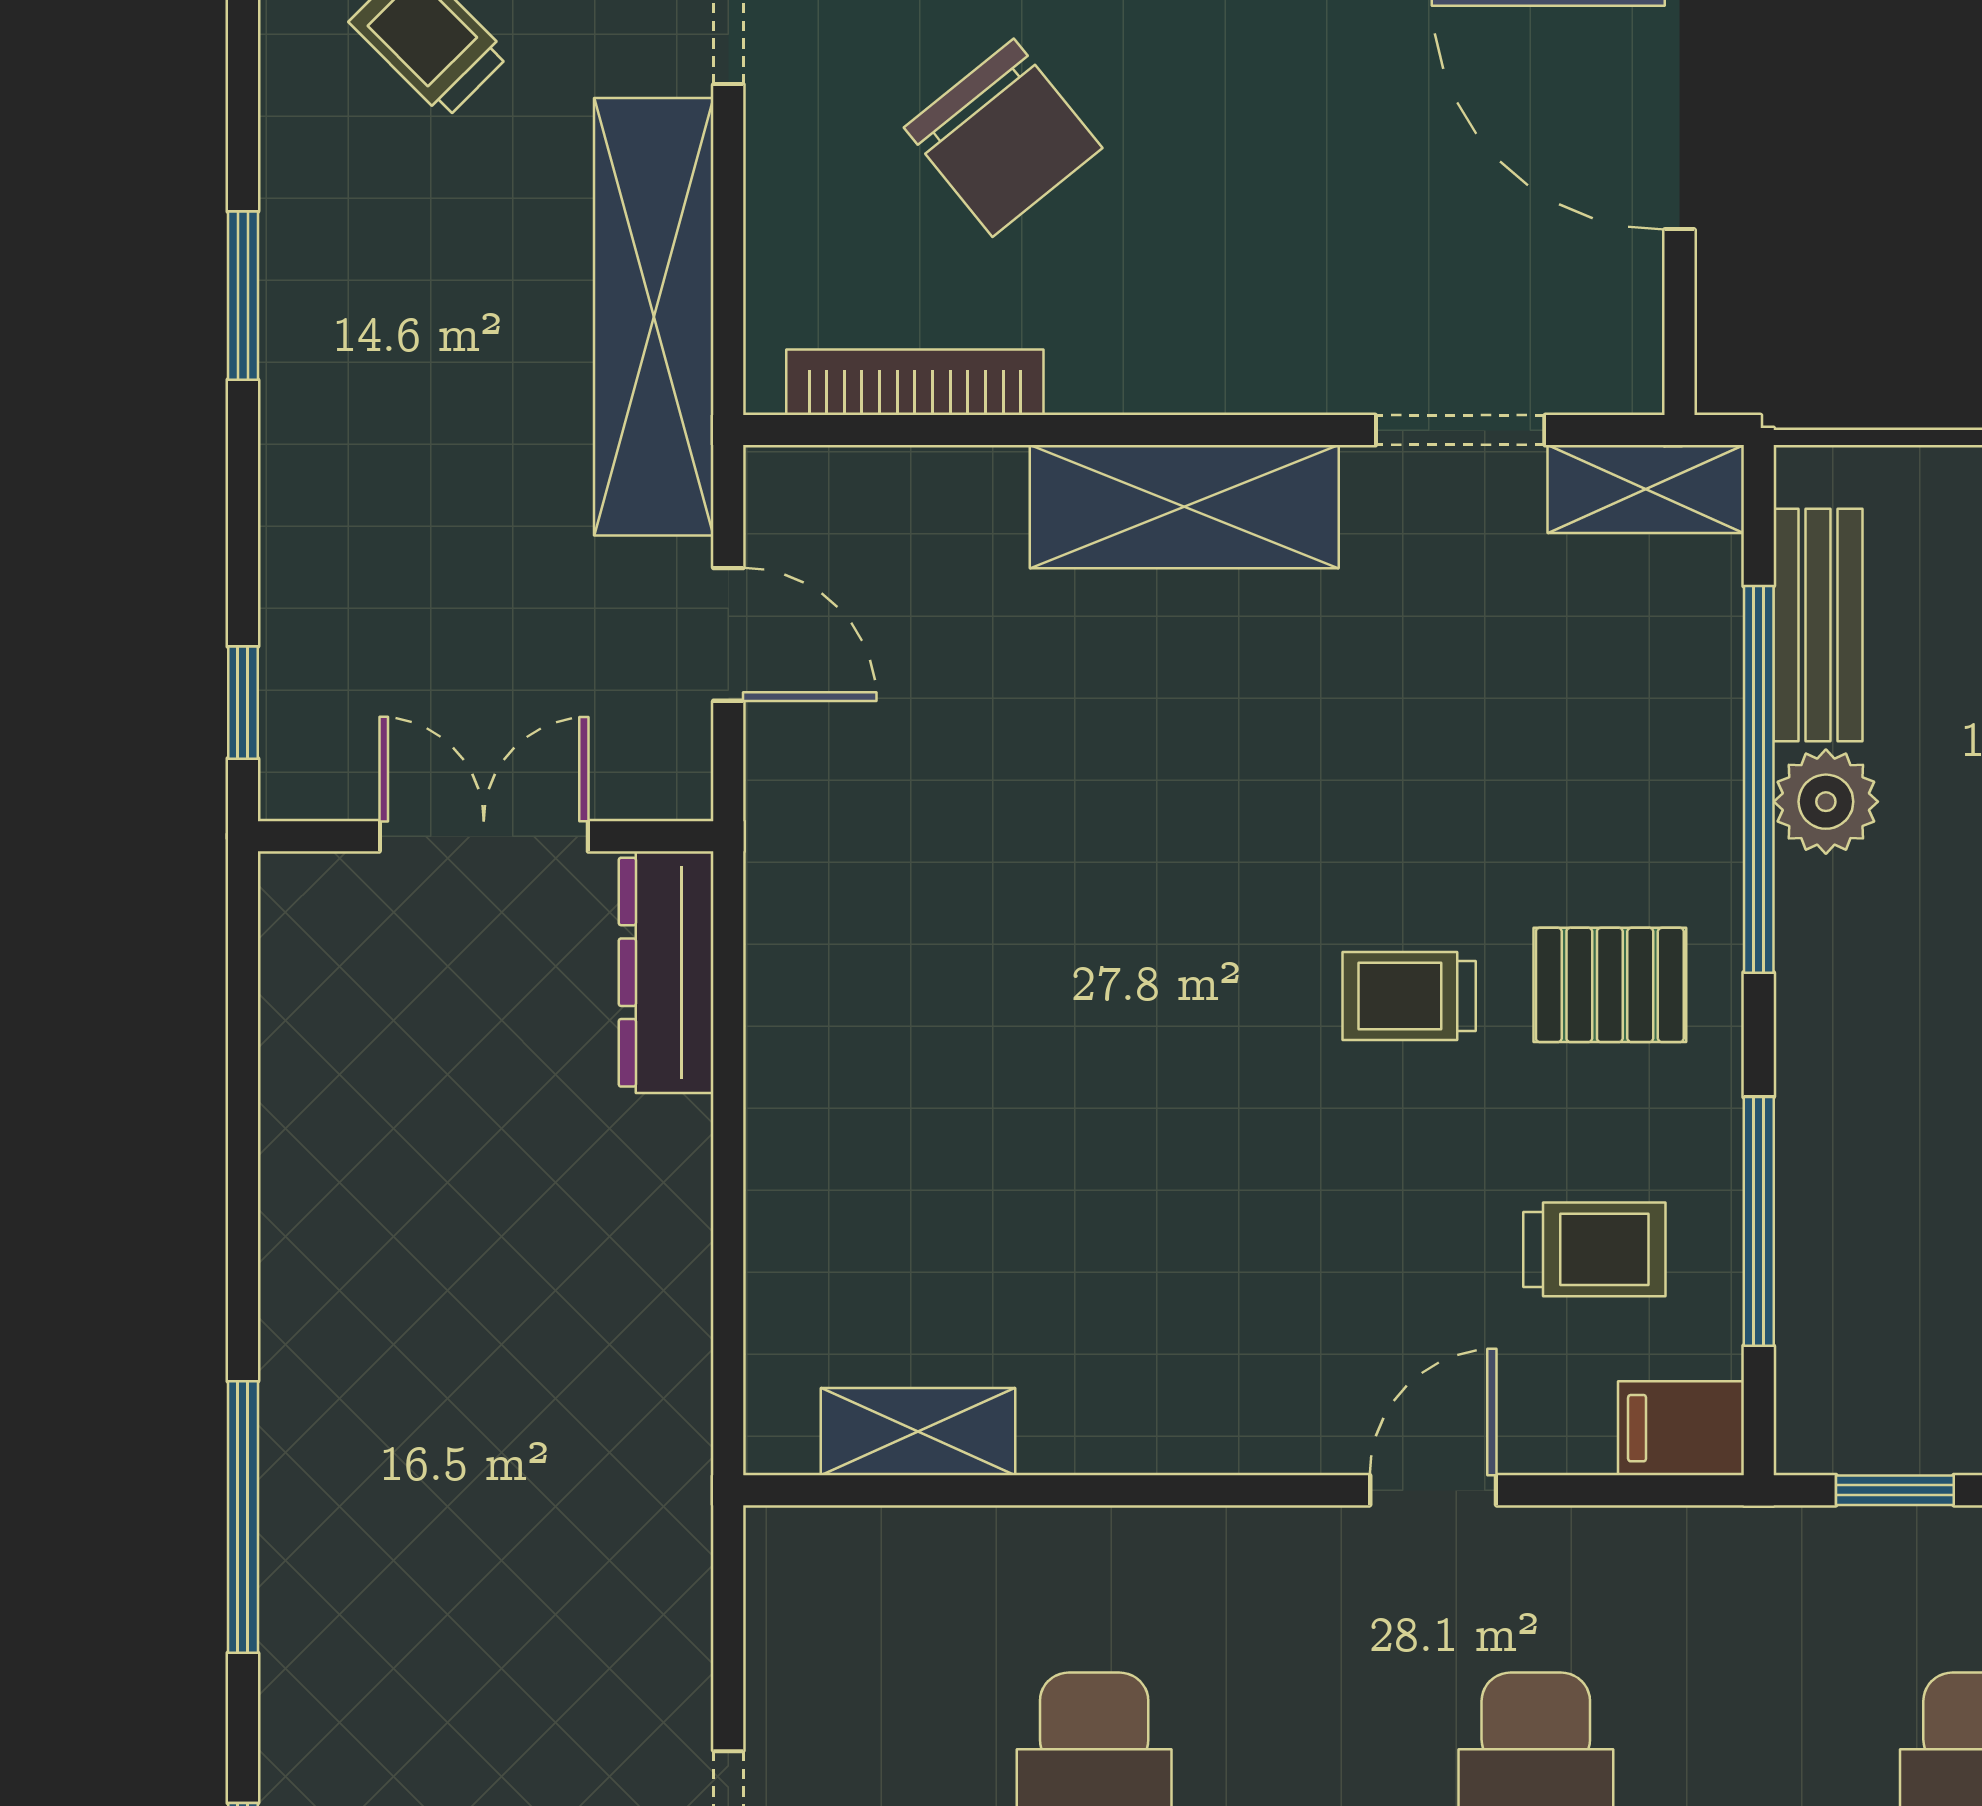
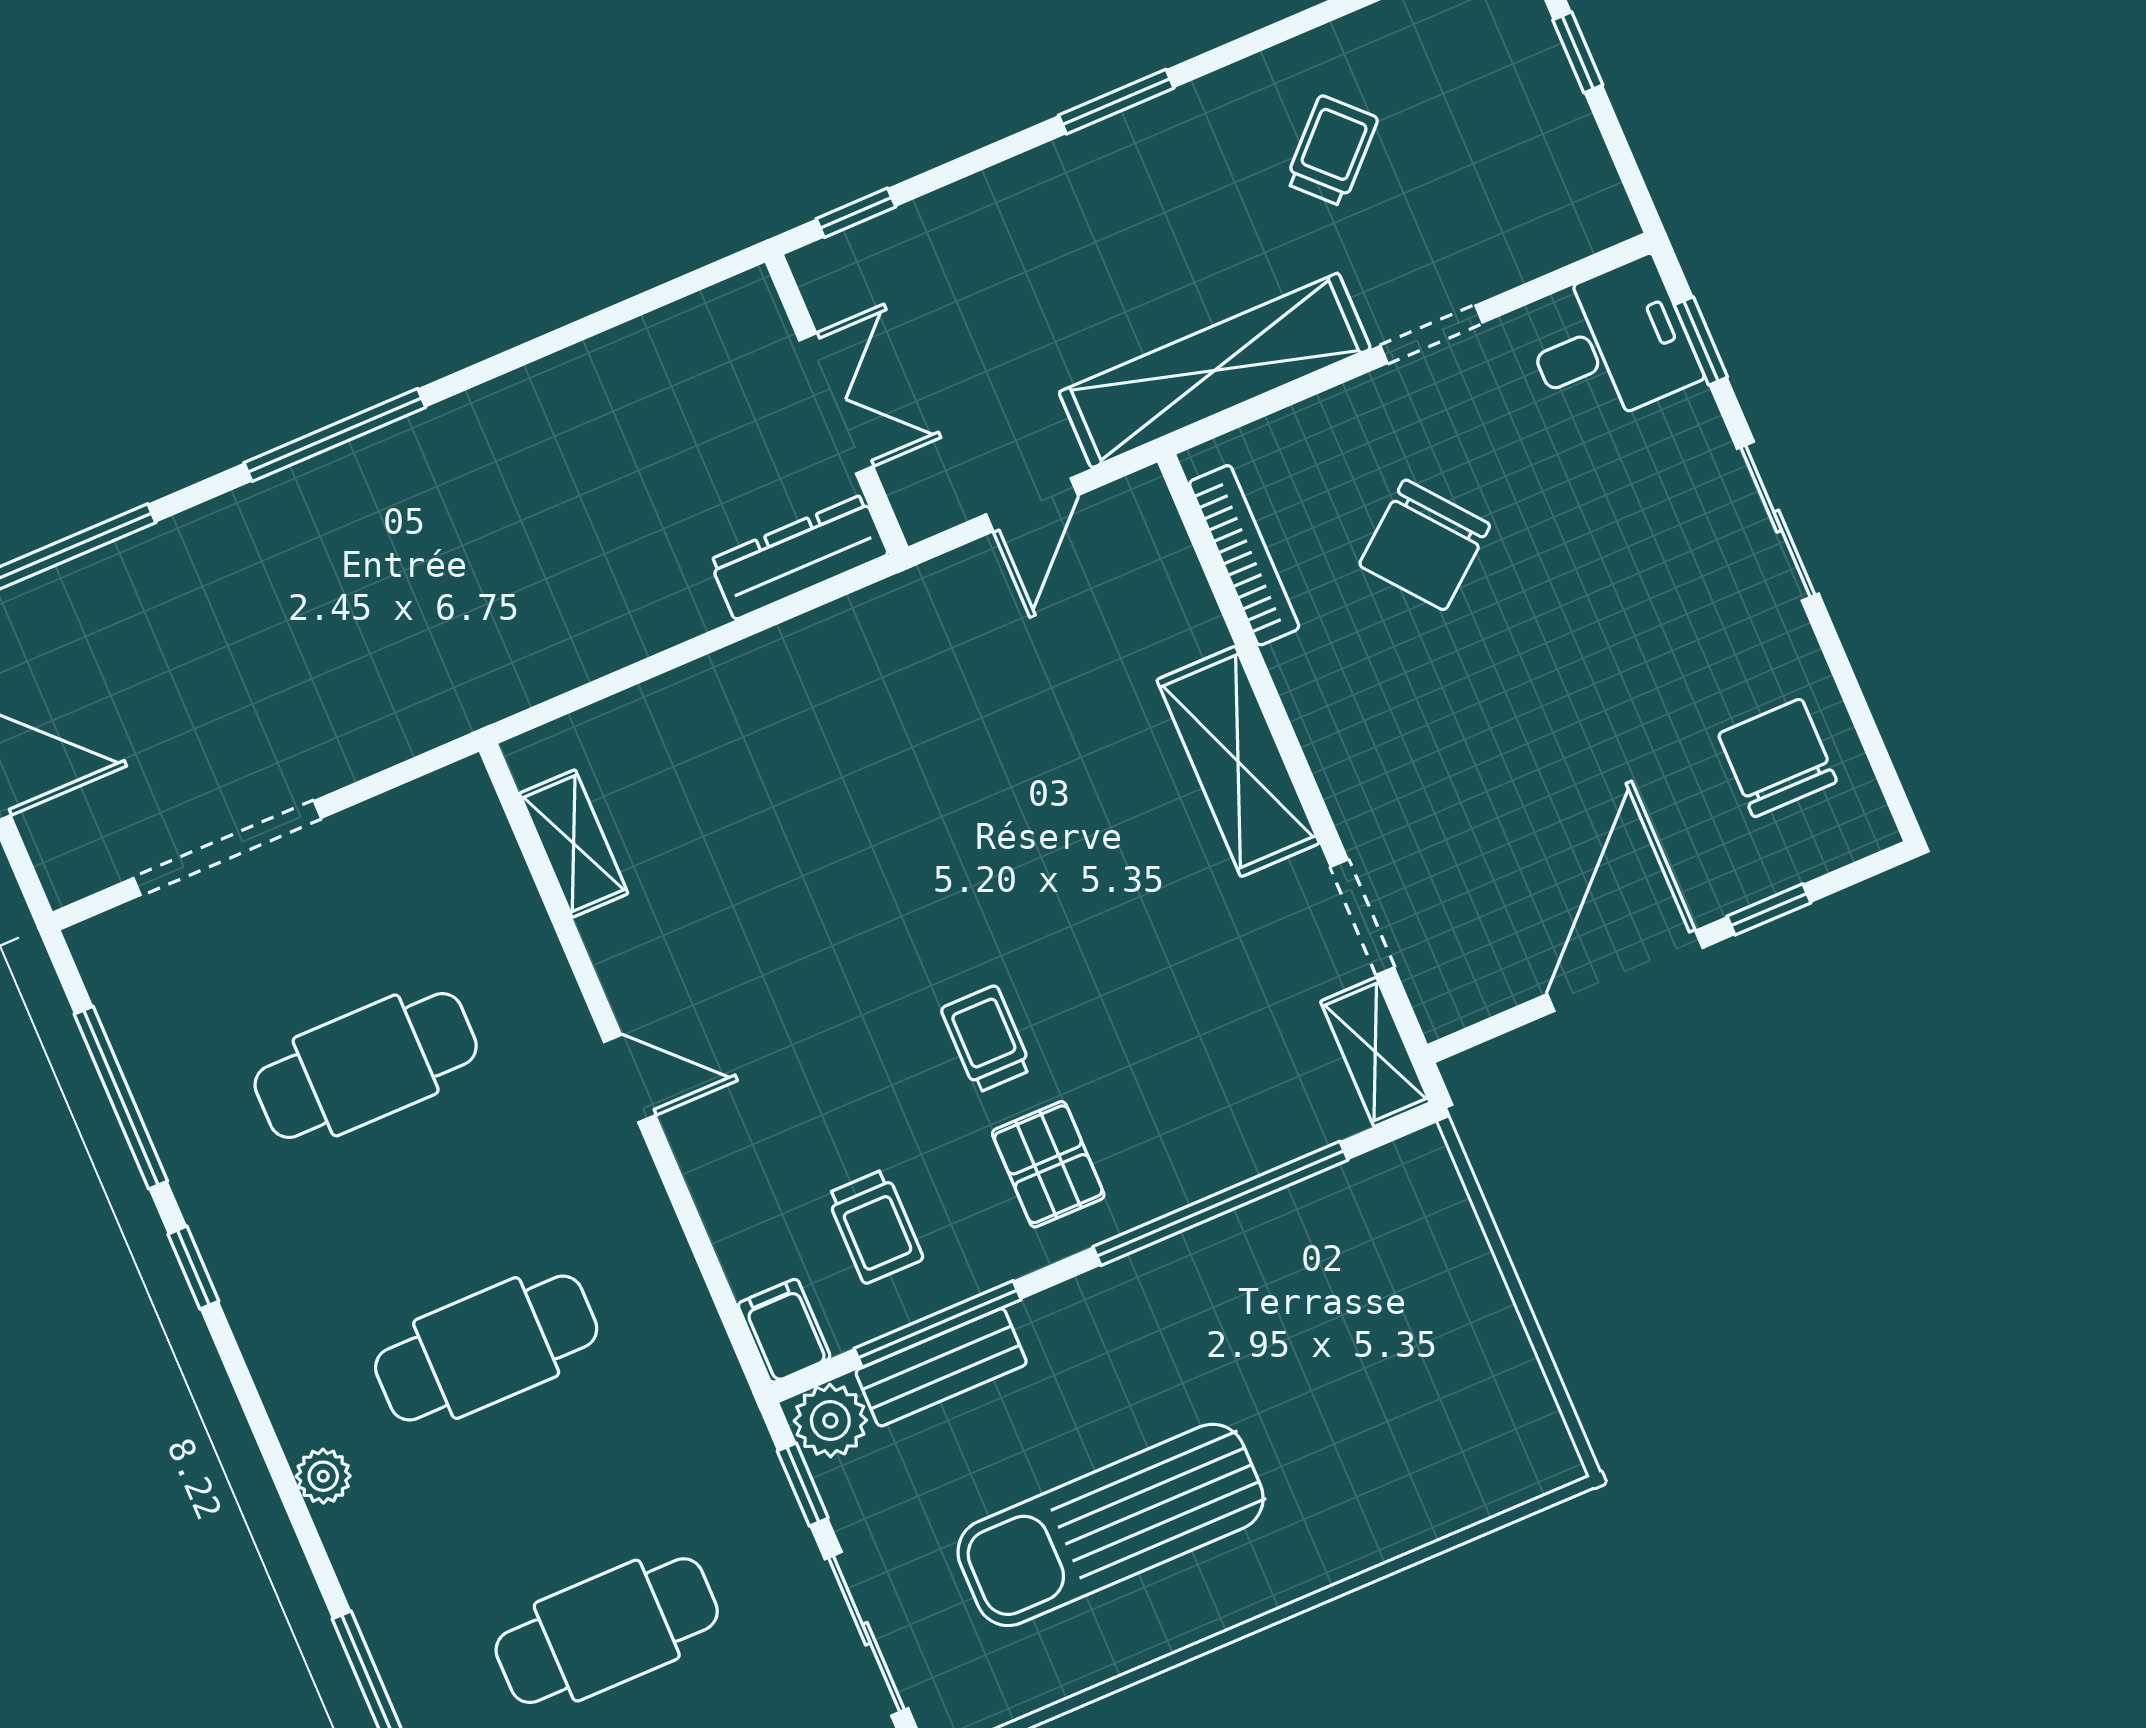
bench: (1818, 625) -> (941, 1367), moved
plant: (1826, 802) -> (830, 1421), moved
door: (1433, 1490) -> (630, 1079), moved

